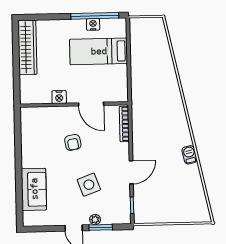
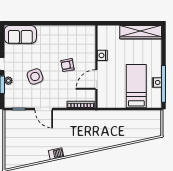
sofa: (34, 189) -> (20, 35), moved

